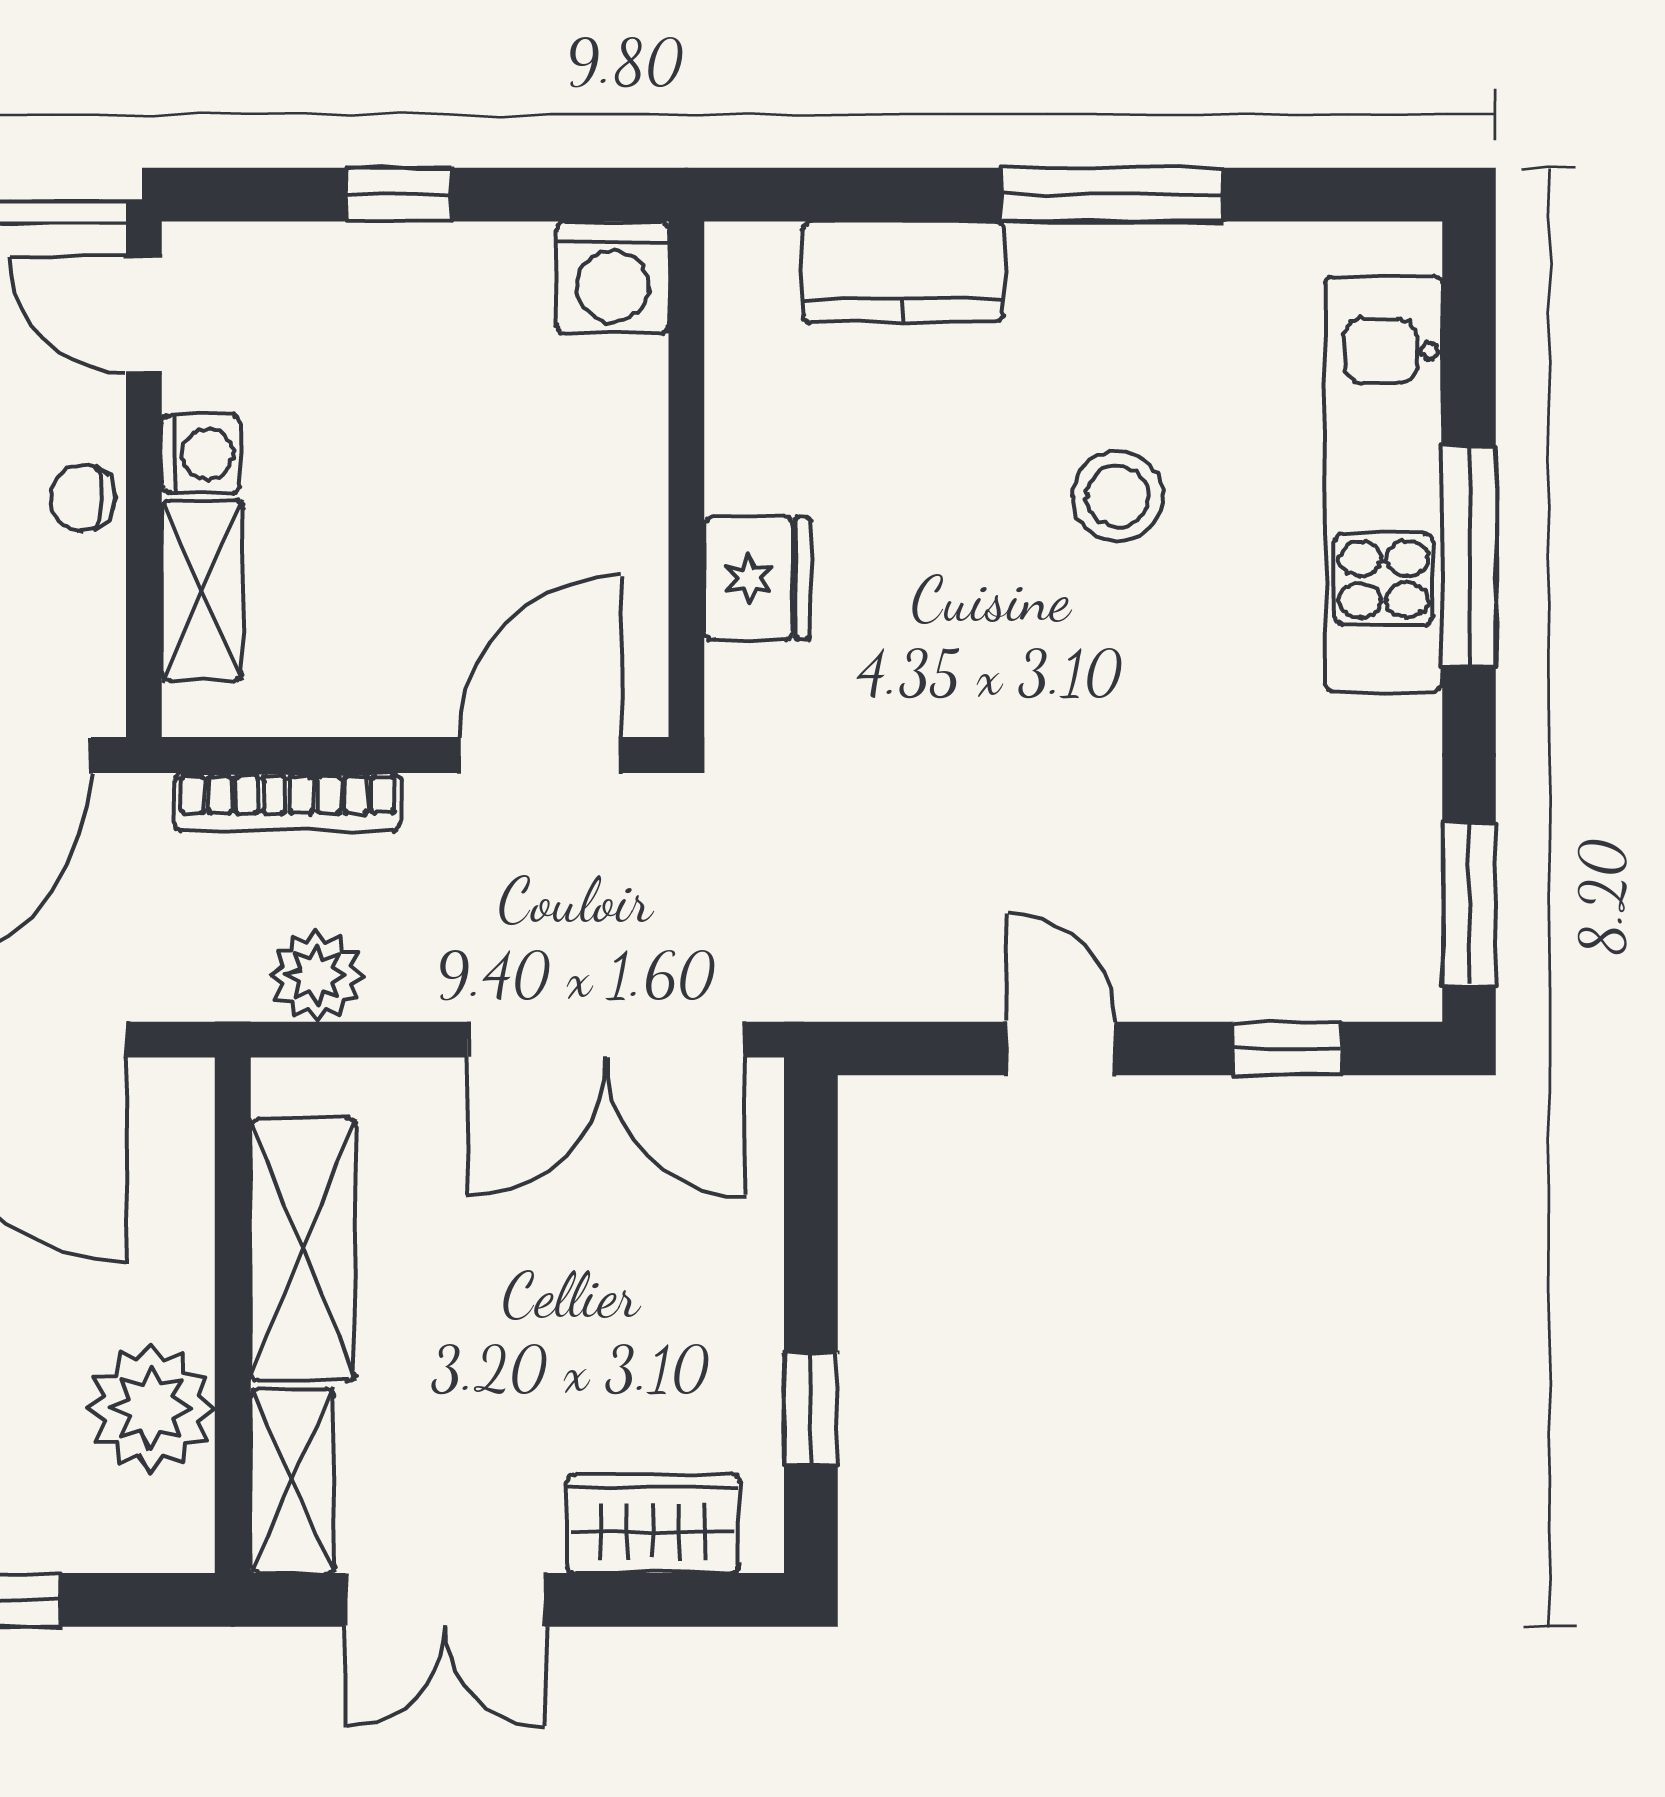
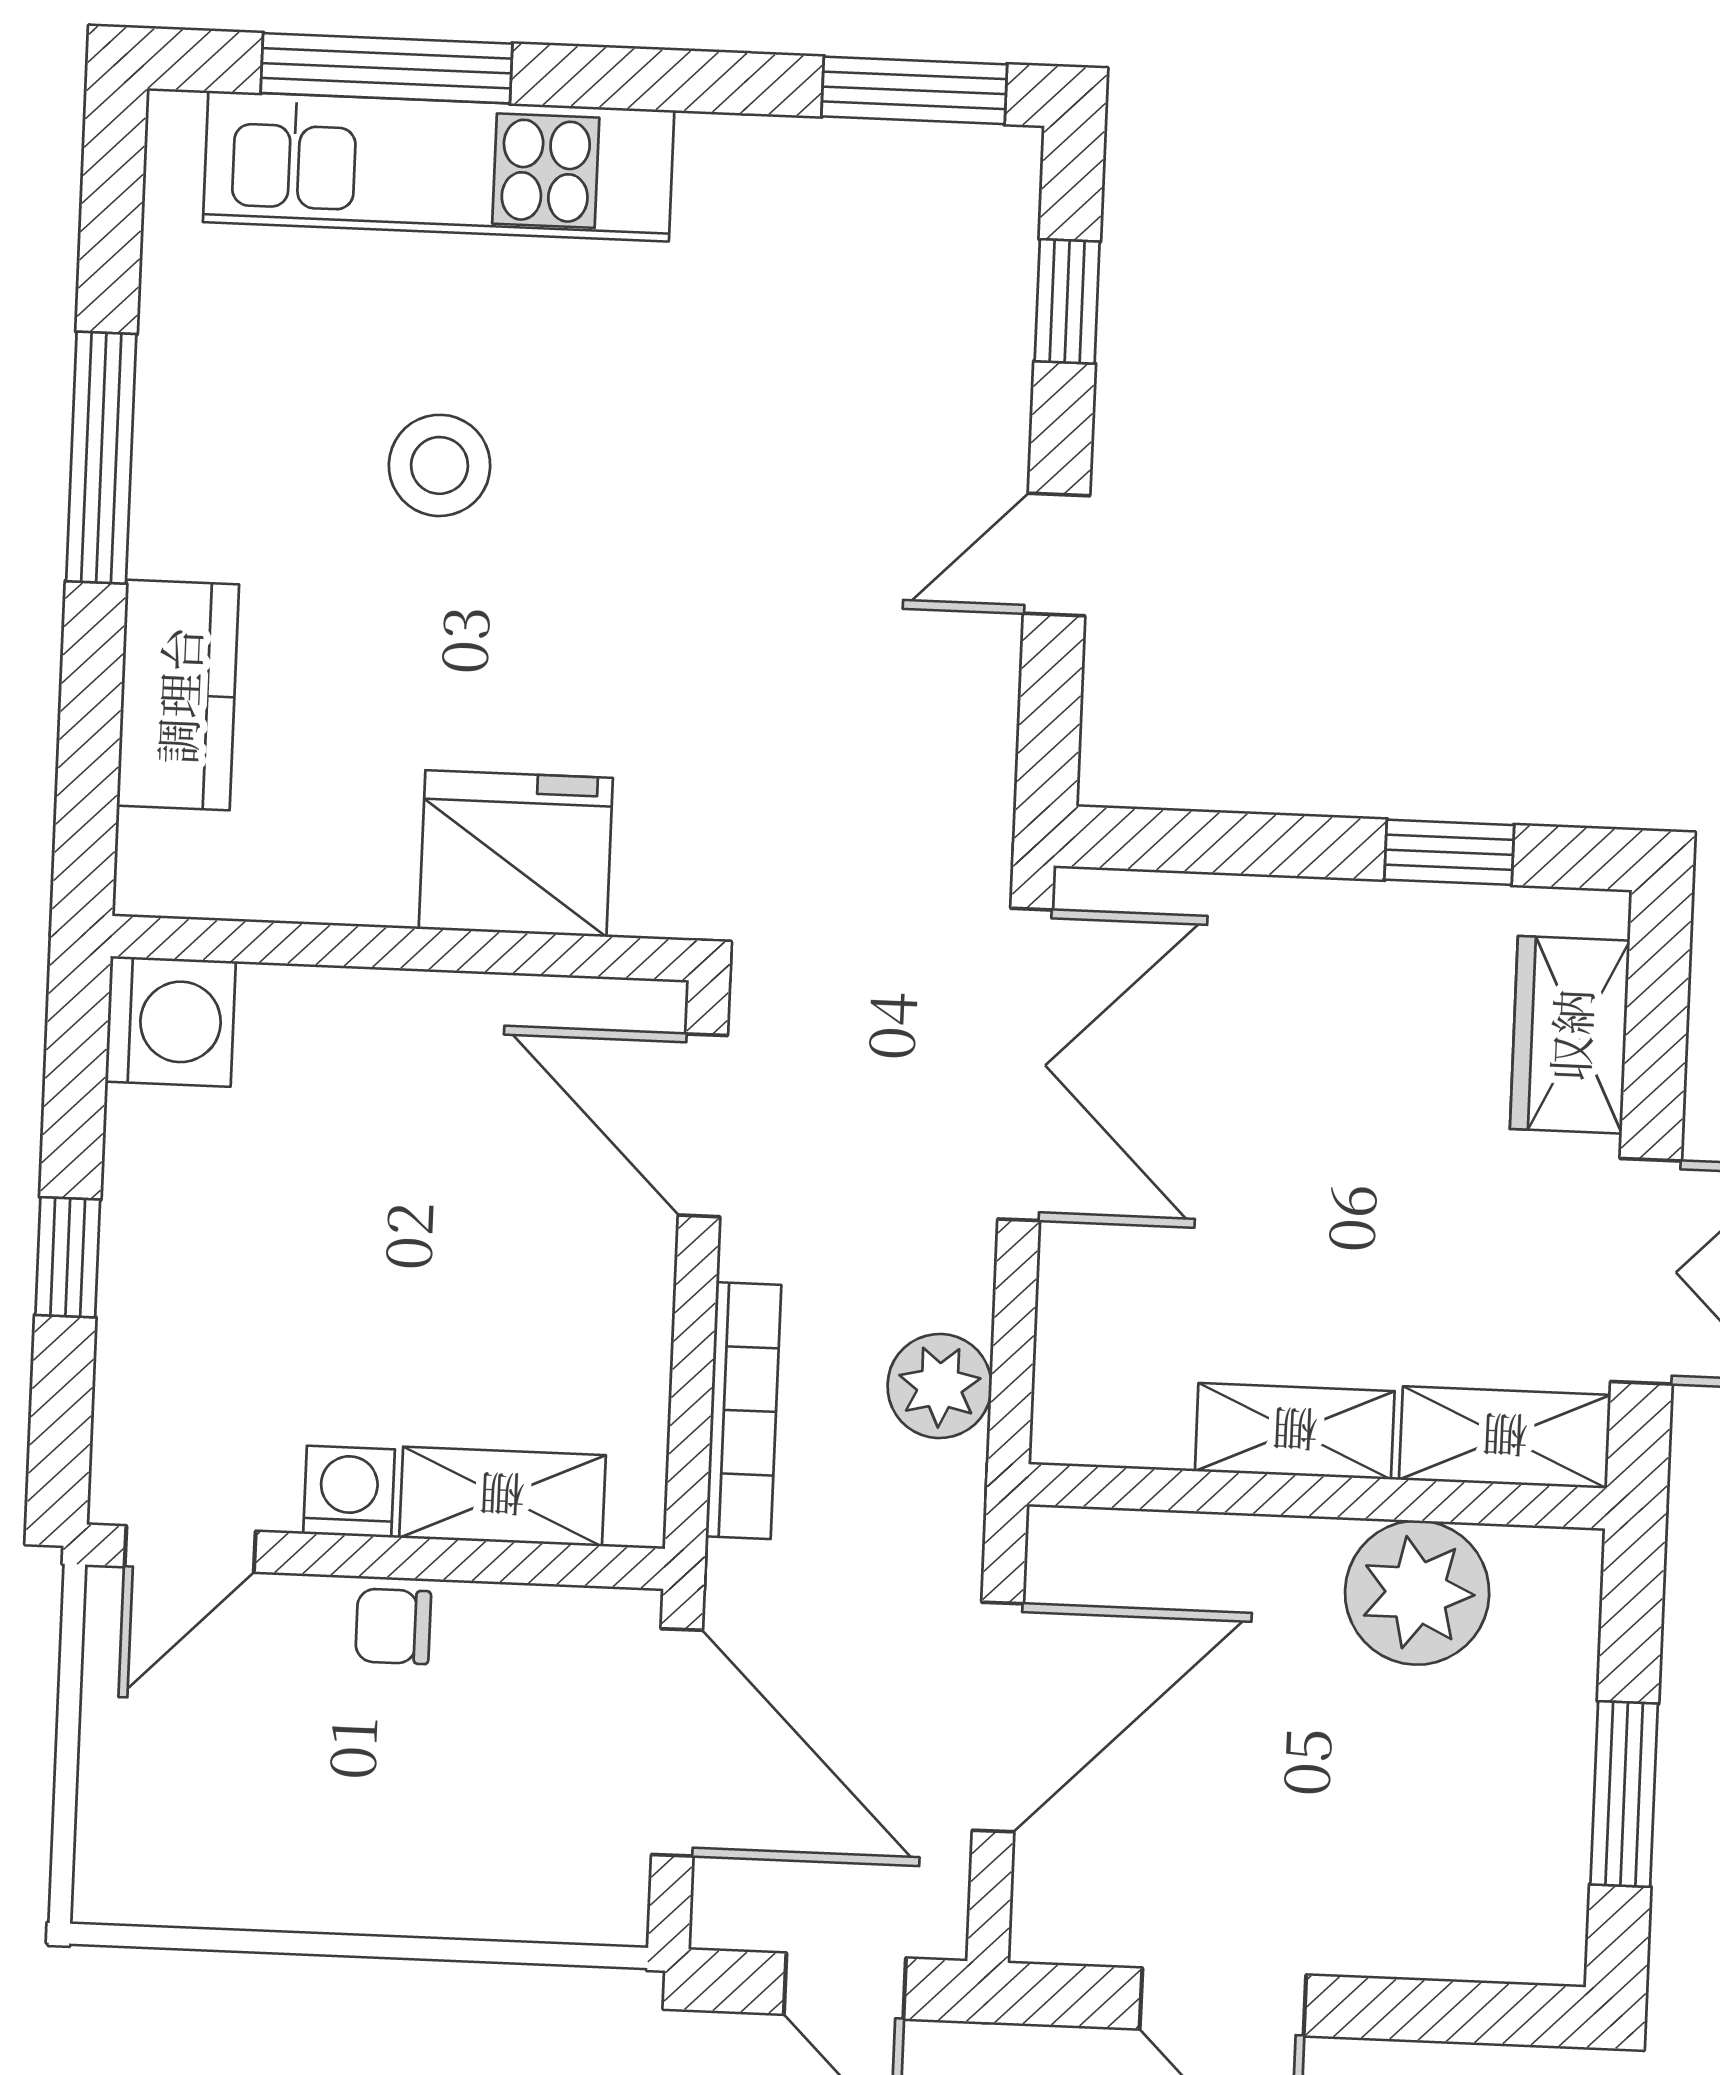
chair: (83, 498) -> (393, 1626), turned 90
window: (1469, 556) -> (387, 68), moved
fridge: (757, 578) -> (516, 853), width x1.36, depth x1.34
shelving: (303, 1249) -> (1295, 1431), width x0.67, depth x0.75

